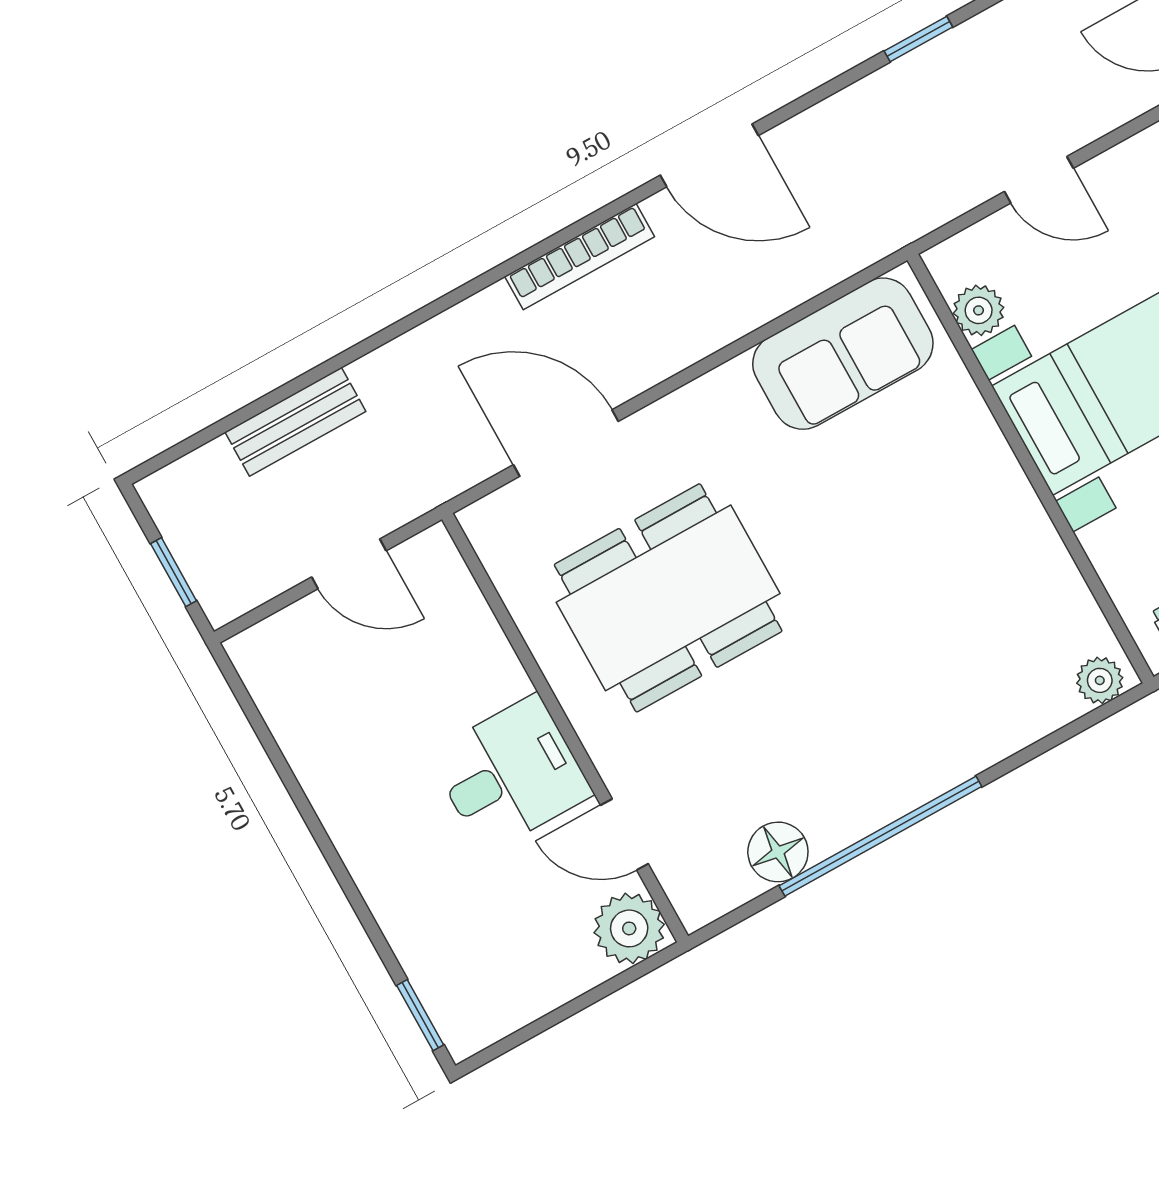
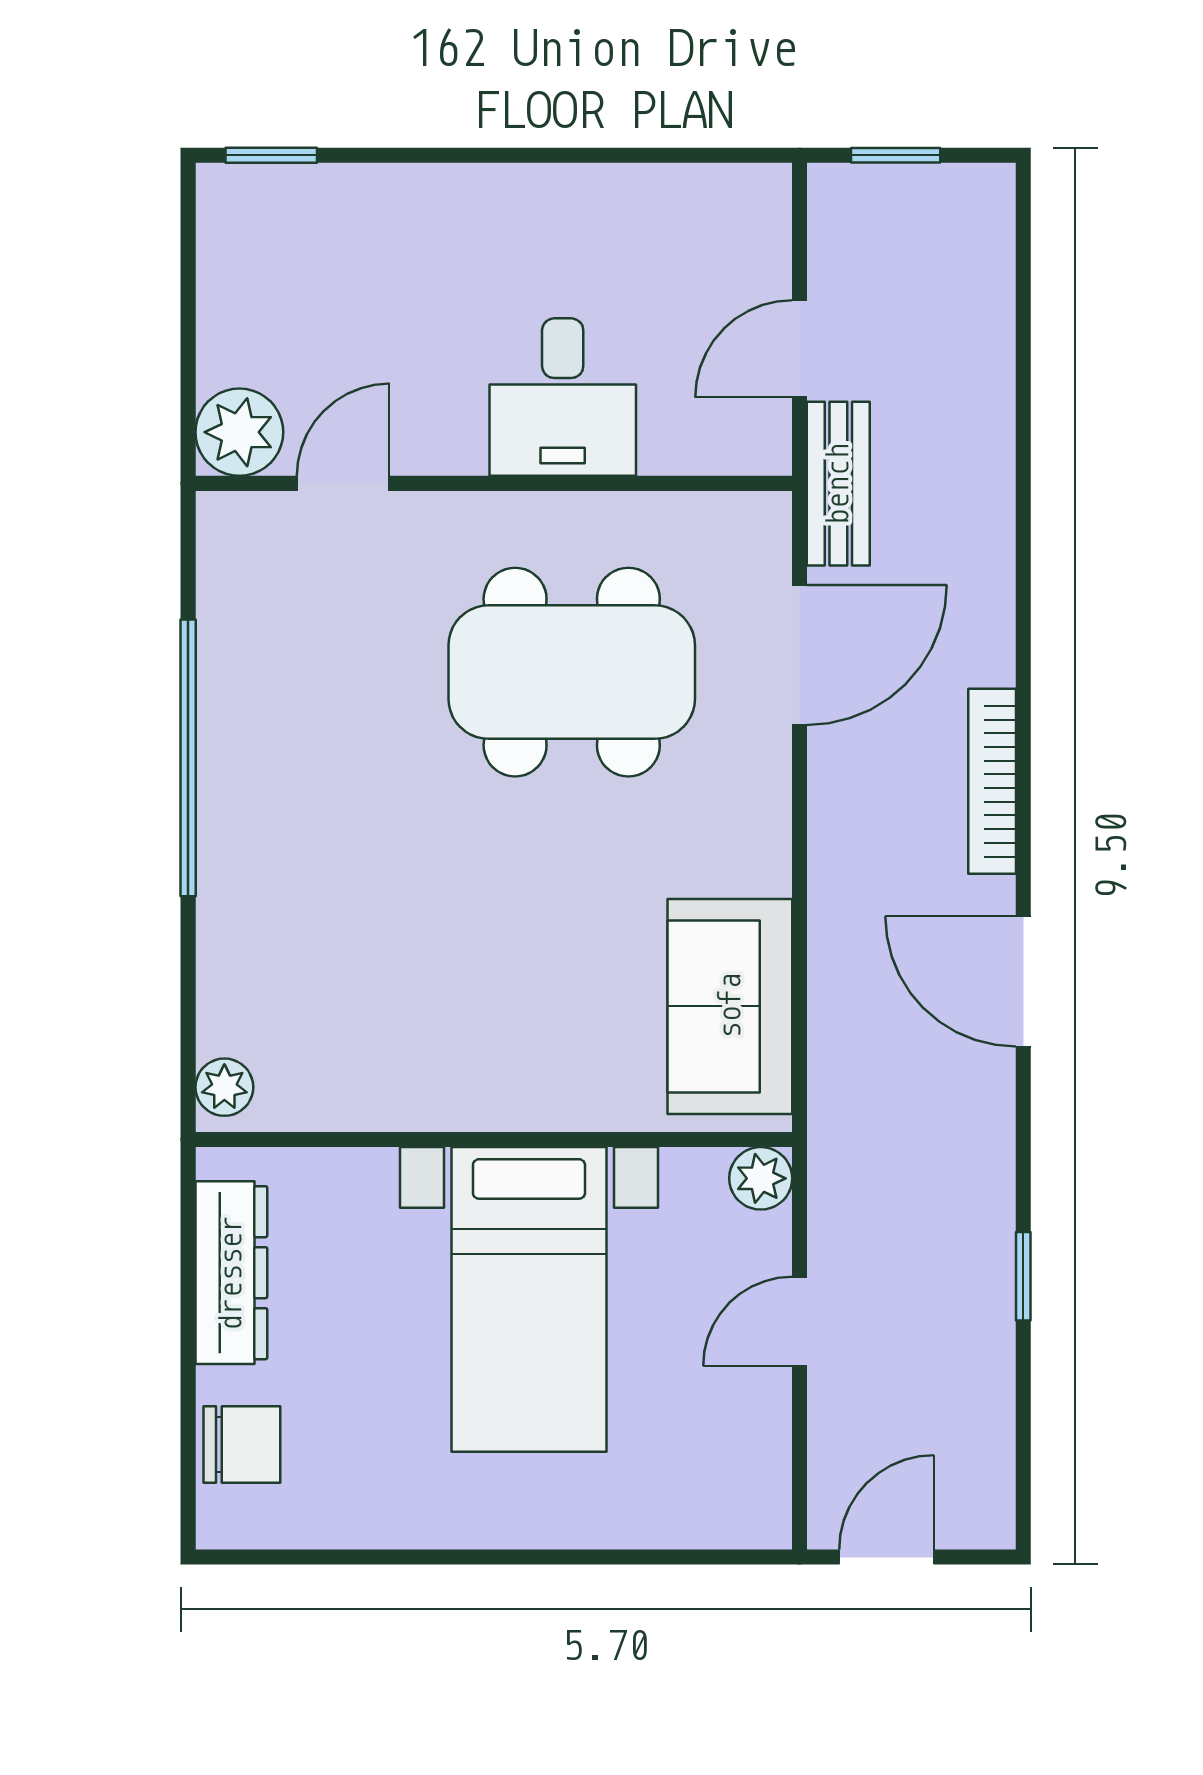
door: (709, 155) -> (1023, 981), hinge flipped
plant: (979, 310) -> (761, 1178), moved
bench: (295, 422) -> (838, 484), moved
dining table: (668, 598) -> (572, 672), turned 90
desk: (511, 774) -> (563, 397), moved
floor lamp: (778, 852) -> (233, 638), removed

